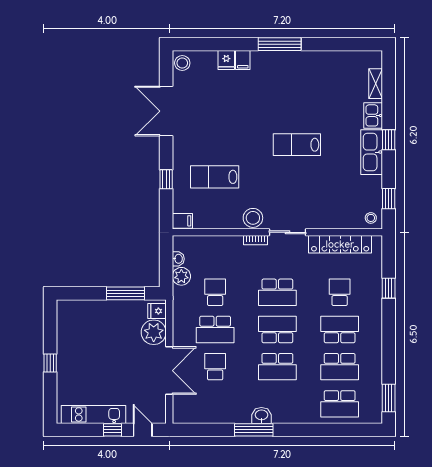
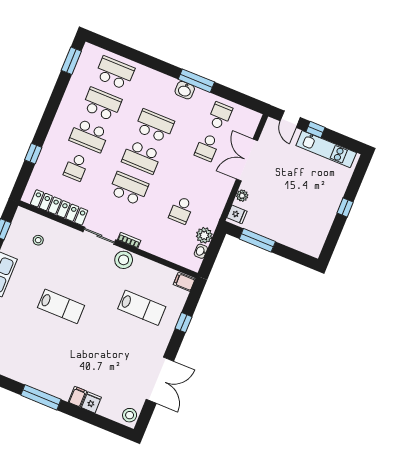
stool: (371, 218) -> (38, 240), moved
school desk: (215, 329) -> (220, 116), moved, width x0.54
plant: (154, 332) -> (242, 196), width x0.53, depth x0.53

